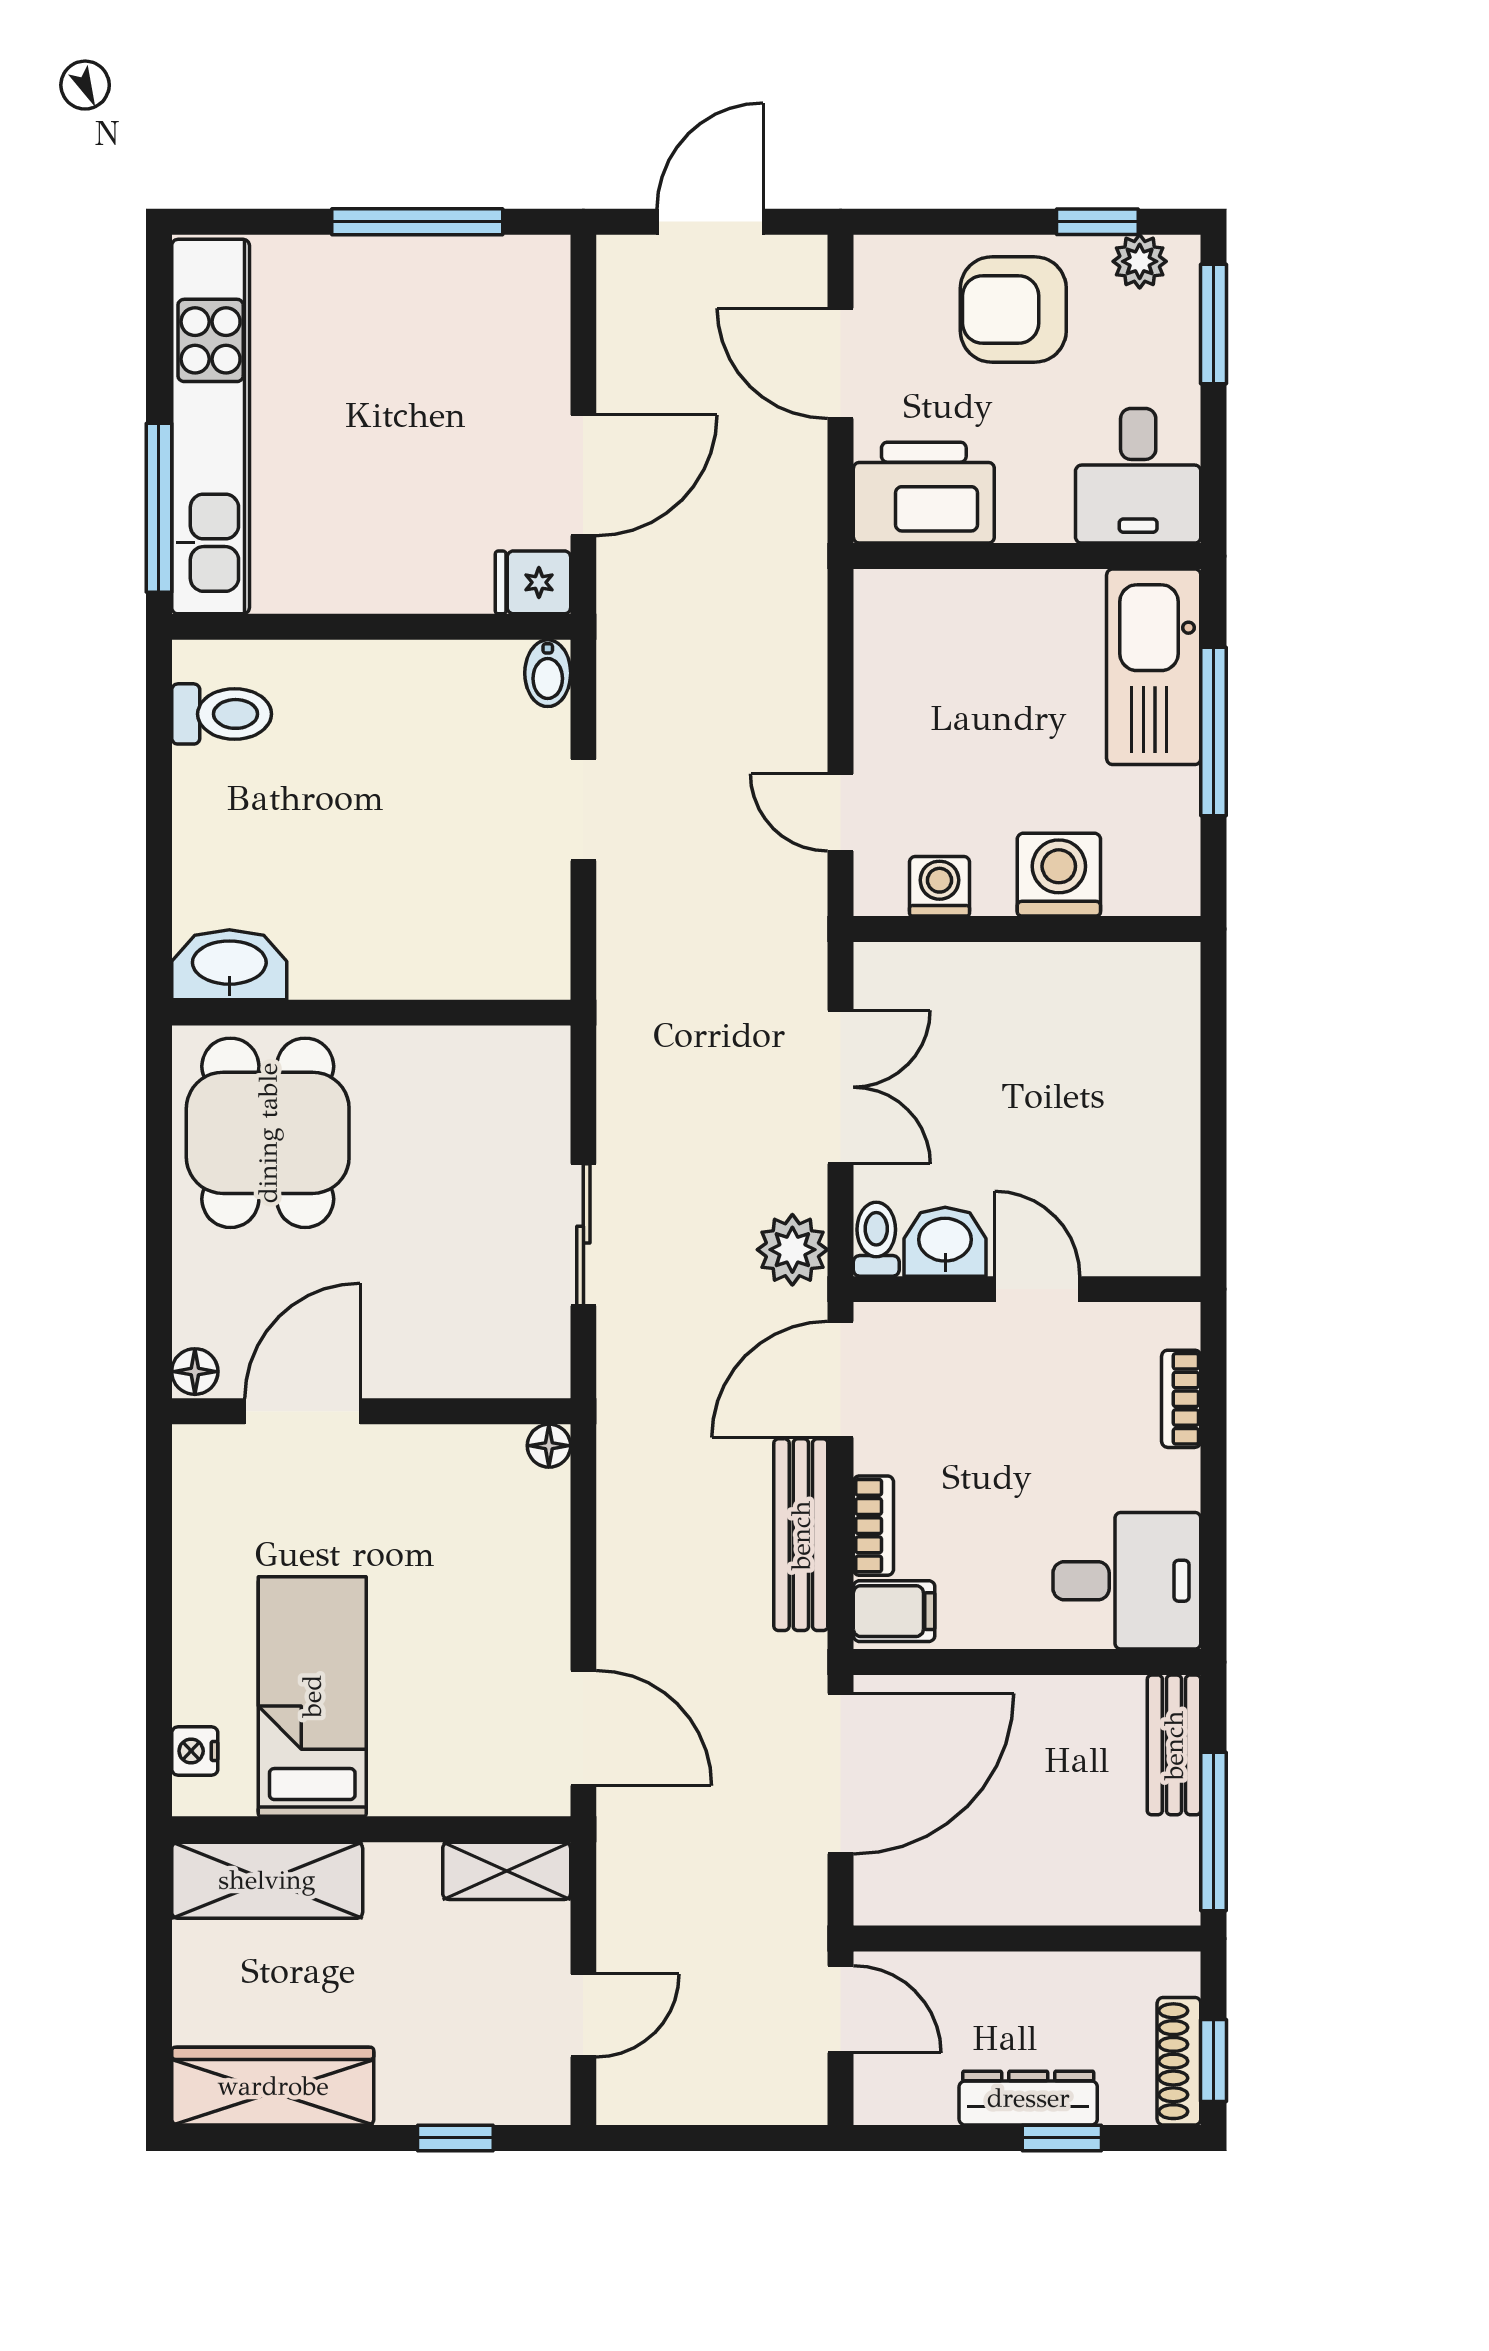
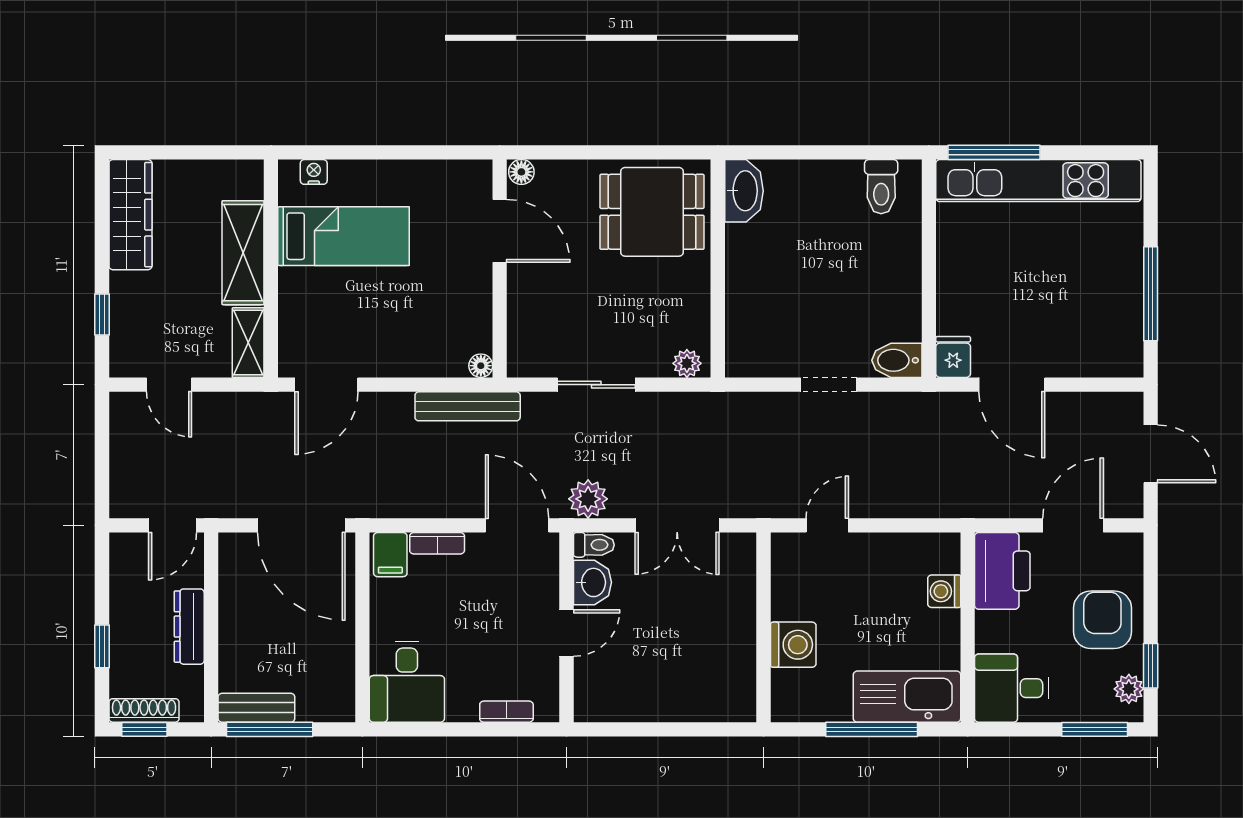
bidet: (548, 673) -> (897, 360), width x1.38, depth x1.36
washing machine: (939, 886) -> (944, 591), moved, turned 180
plant: (545, 1069) -> (687, 363), added
bench: (801, 1535) -> (468, 406), moved
bench: (1174, 1745) -> (256, 708), moved
shelving: (267, 1880) -> (243, 253), moved
dresser: (1028, 2098) -> (189, 627), moved, turned 180

